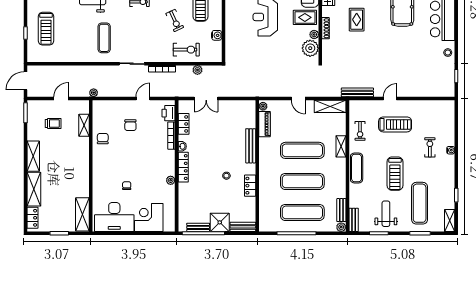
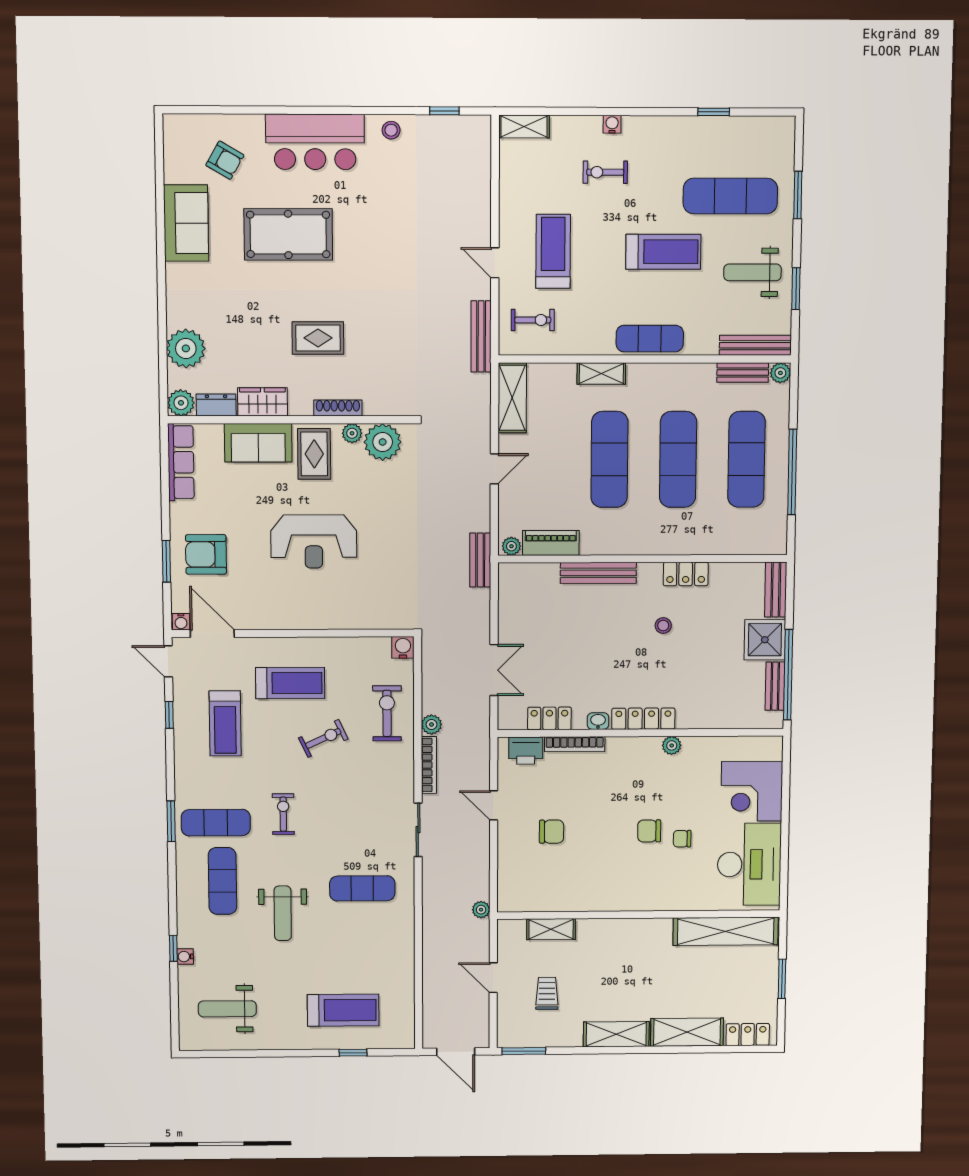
water cooler: (217, 35) -> (403, 647), moved
plant: (197, 70) -> (431, 725), moved
bench: (257, 92) -> (480, 560), added
exercise bike: (360, 131) -> (533, 320), moved
chair: (103, 139) -> (649, 831), moved
shelving: (82, 214) -> (726, 931), width x1.47
bench: (354, 220) -> (755, 345), width x1.36
shelving: (450, 221) -> (524, 126), moved

